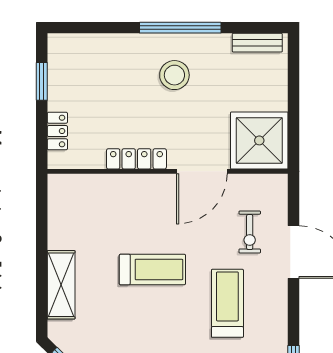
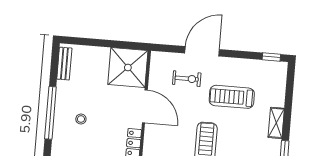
stool: (174, 75) -> (81, 119), width x0.53, depth x0.53

